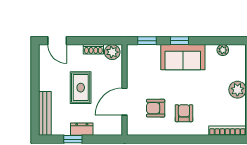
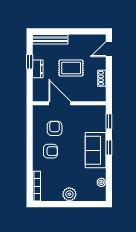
plant: (112, 52) -> (100, 93), removed

